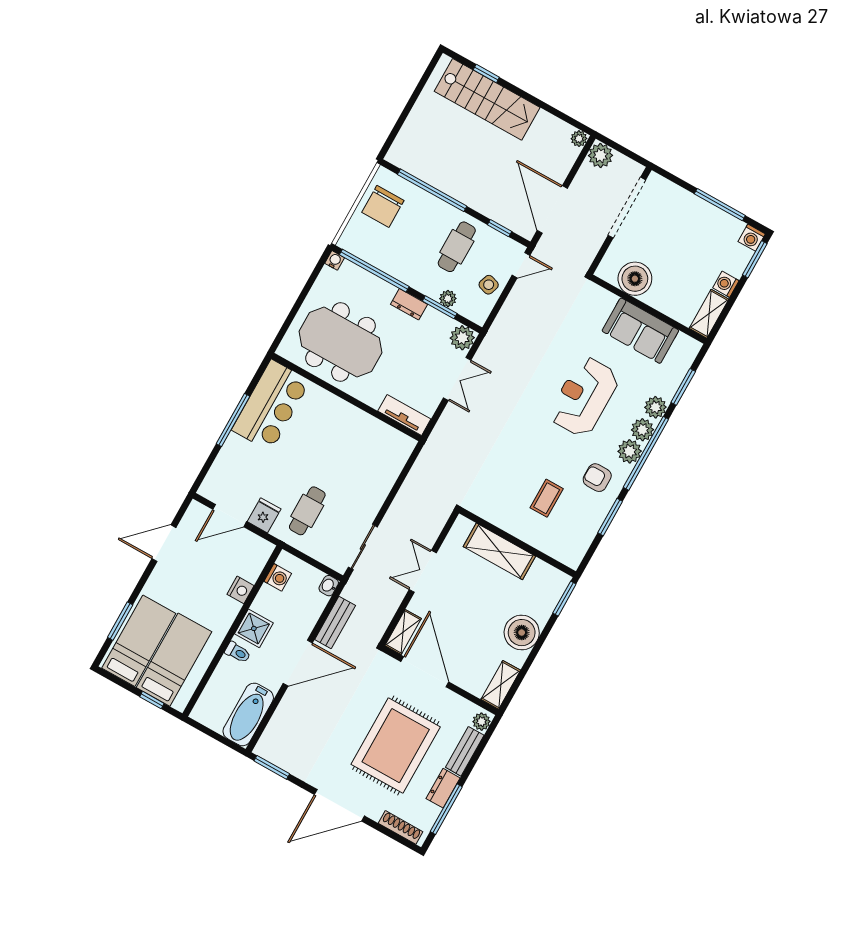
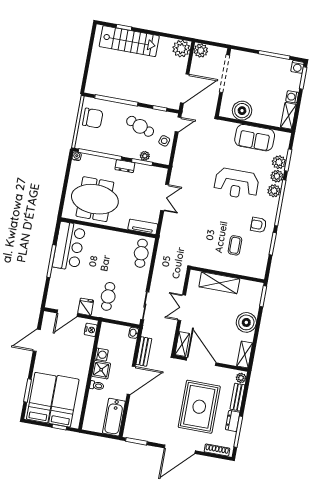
plant: (579, 139) -> (181, 49), width x1.88, depth x1.88
chair: (383, 206) -> (93, 118), turned -90
door: (552, 209) -> (185, 88), swing flipped
cafe table: (457, 247) -> (140, 126), turned -69
plant: (462, 338) -> (160, 174), removed
reception desk: (584, 397) -> (236, 184), turned -90
plant: (630, 451) -> (279, 162), moved
cafe table: (387, 458) -> (141, 253), added
washing machine: (278, 577) -> (101, 355), moved
nightstand: (241, 590) -> (91, 330), moved

